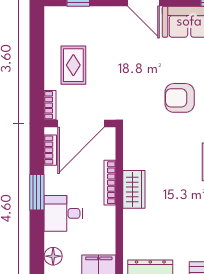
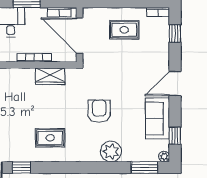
bookcase: (50, 105) -> (158, 12), moved
wardrobe: (134, 189) -> (50, 76), moved

